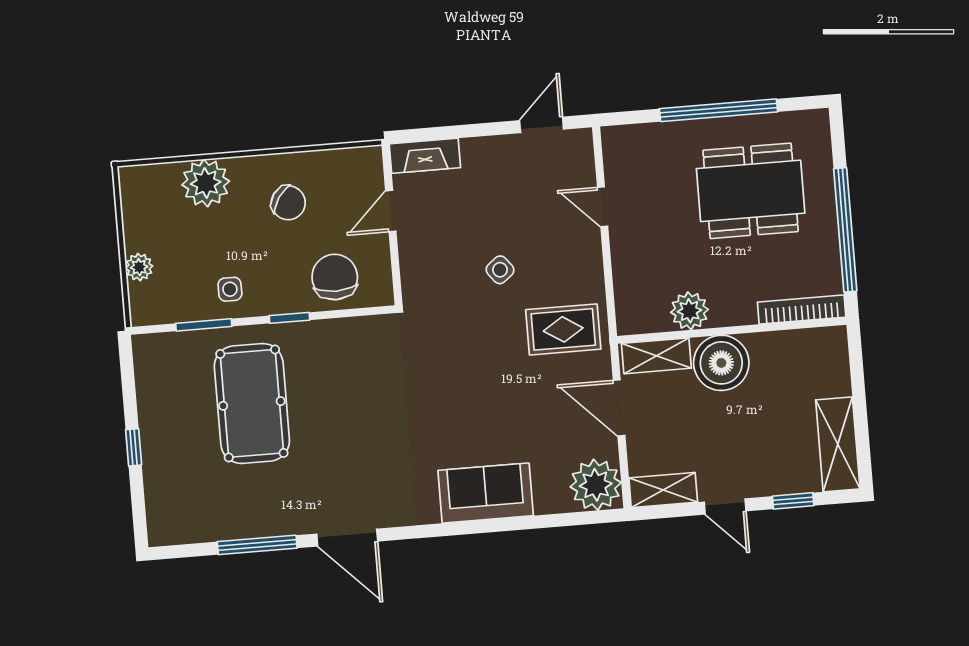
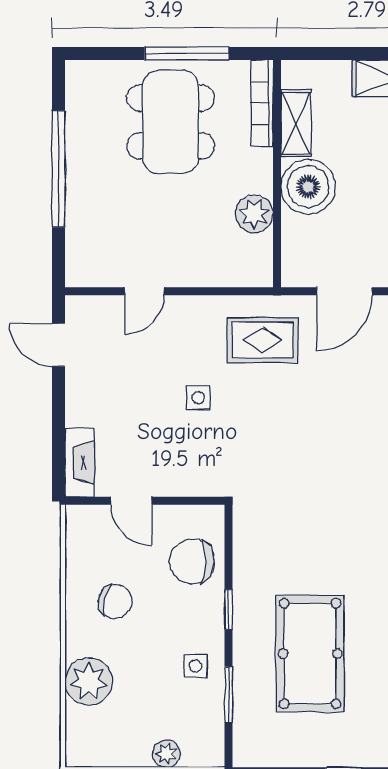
dining table: (751, 191) -> (171, 122), moved
chair: (288, 203) -> (115, 601), turned 69
window: (845, 230) -> (187, 54), width x0.68
side table: (500, 270) -> (198, 398), turned 38
rug: (563, 329) -> (262, 340), turned 90
shelving: (656, 356) -> (296, 123), moved
pool table: (252, 403) -> (310, 653), turned 90

